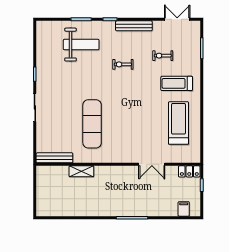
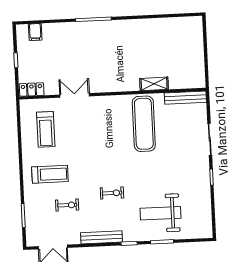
treadmill: (178, 123) -> (46, 129), width x0.73, depth x0.73
bench: (54, 158) -> (185, 98), moved
wall: (118, 164) -> (113, 94), moved
double door: (152, 164) -> (75, 95), moved
shelving: (81, 171) -> (154, 84), moved
locker: (189, 171) -> (32, 89), moved

